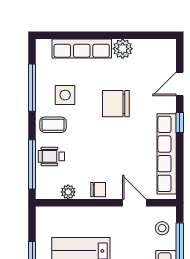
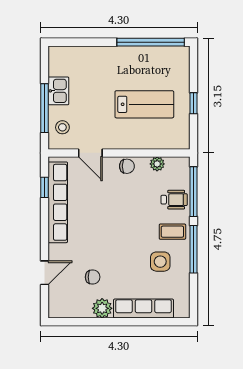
window: (32, 88) -> (194, 249), moved
chair: (116, 104) -> (93, 277), moved, width x0.54, depth x0.54
window: (180, 122) -> (45, 187), moved
chair: (98, 190) -> (127, 166), turned 180

